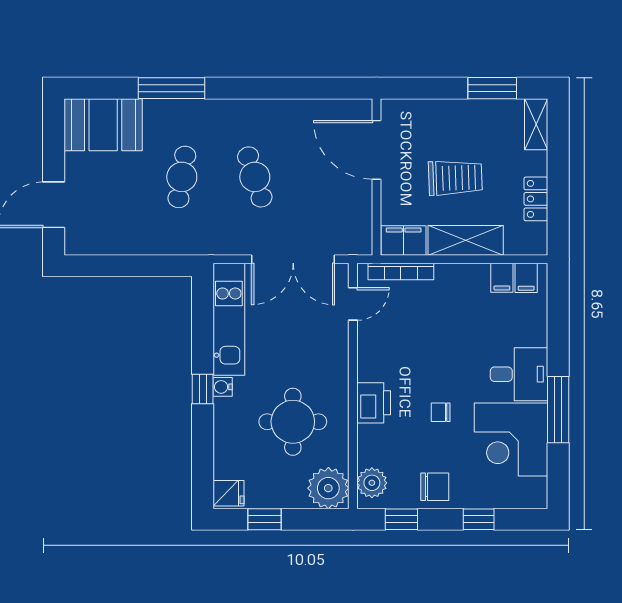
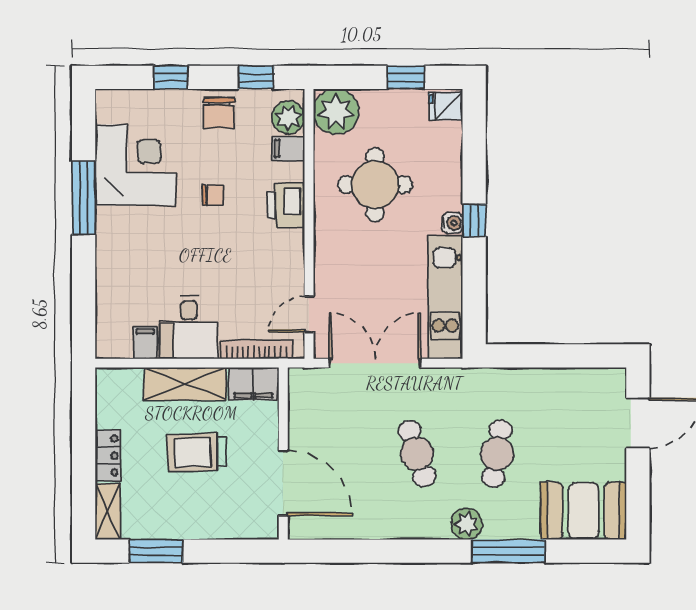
plant: (209, 113) -> (467, 524), added
locker: (536, 199) -> (108, 456), moved
filing cabinet: (526, 278) -> (289, 148), moved, turned -90
desk: (519, 374) -> (189, 327), moved, turned -90
chair: (435, 487) -> (219, 113), turned -90

